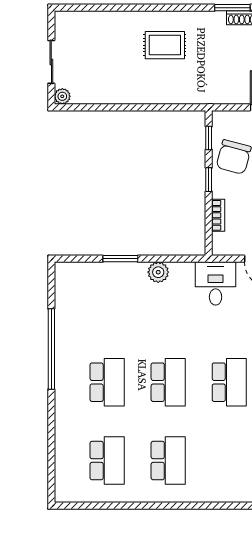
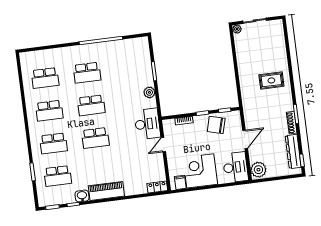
rug: (165, 45) -> (271, 80), turned 90
desk: (216, 283) -> (147, 124), width x1.37
school desk: (229, 461) -> (53, 143), added

